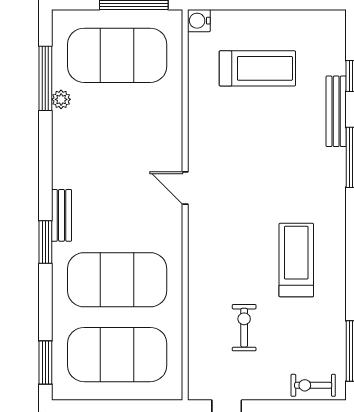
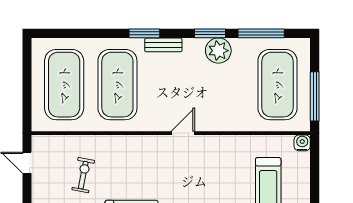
plant: (61, 99) -> (218, 51), moved, width x1.88, depth x1.88
exercise bike: (244, 328) -> (83, 175), turned -79
window: (45, 363) -> (210, 33), moved

